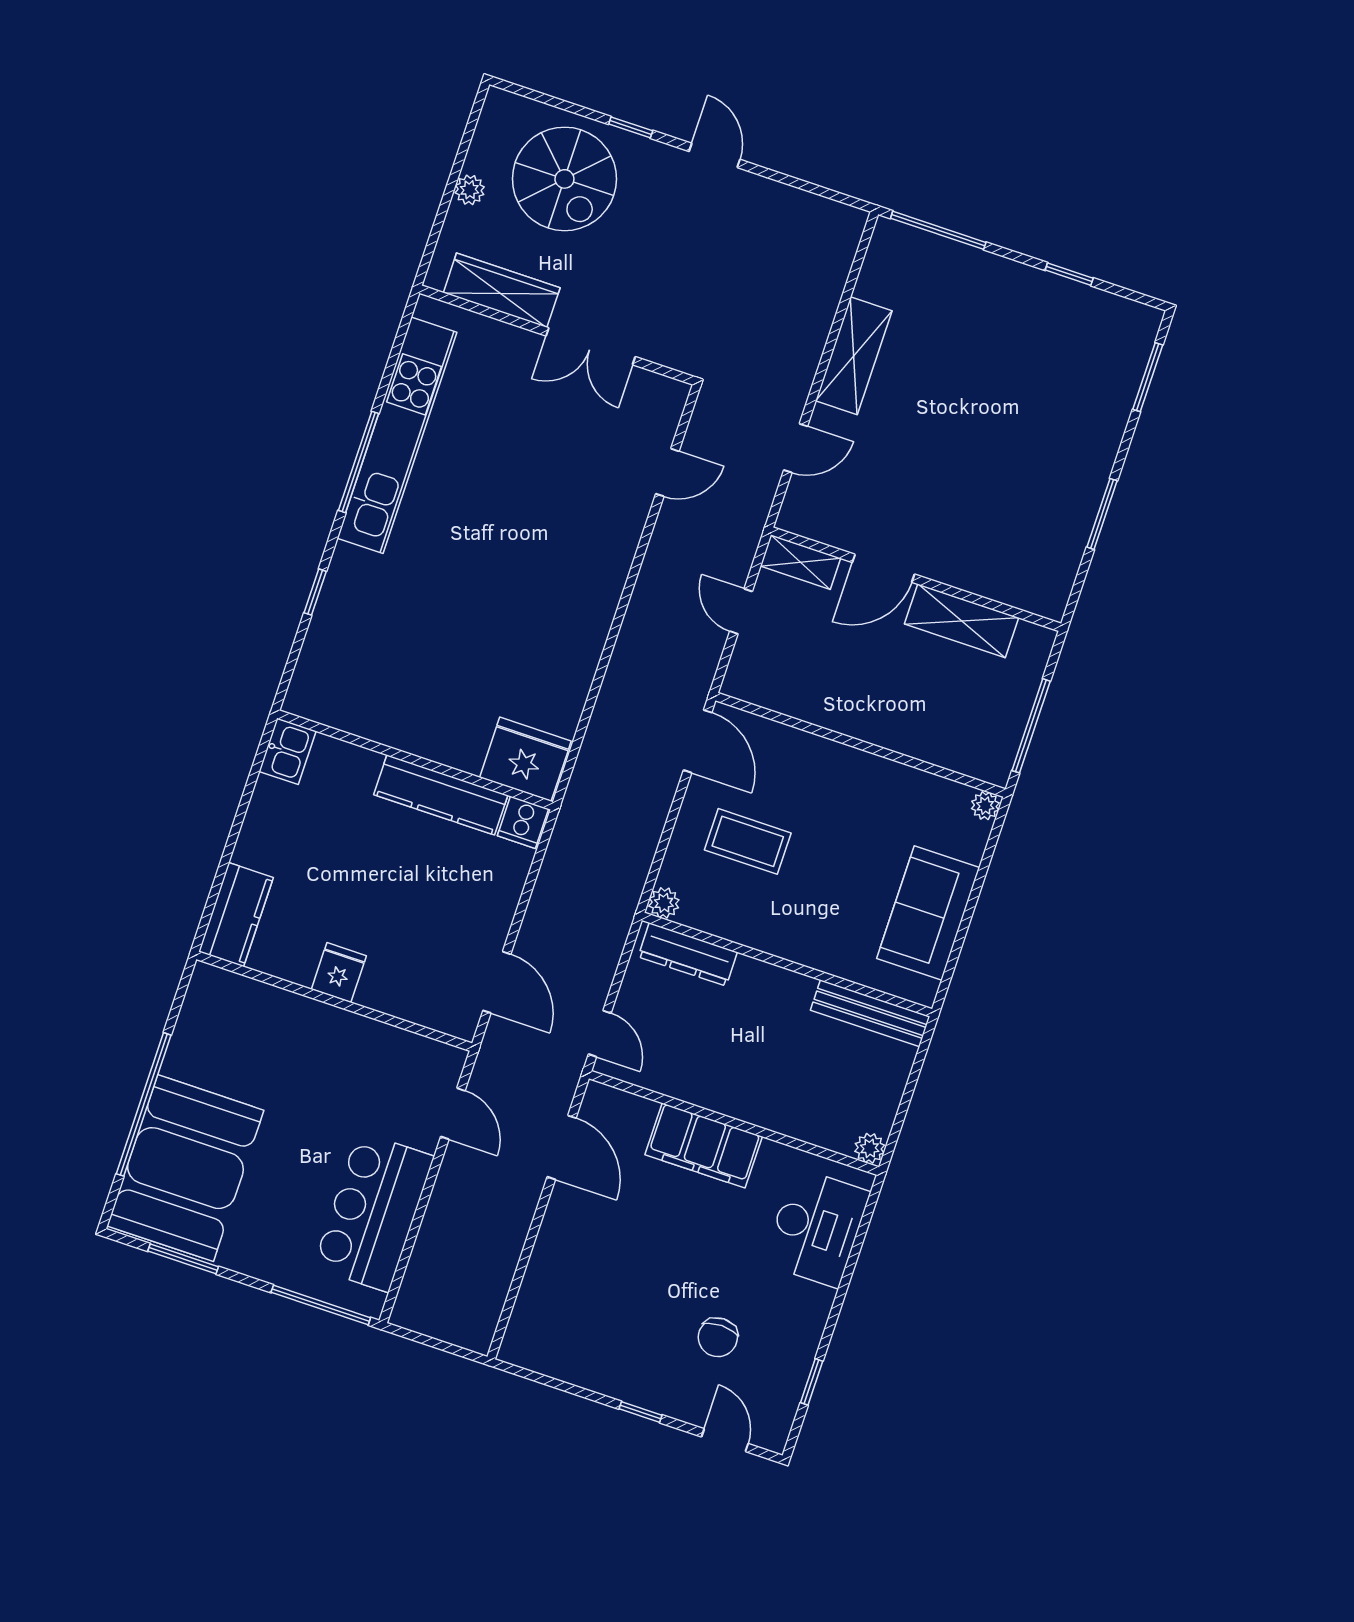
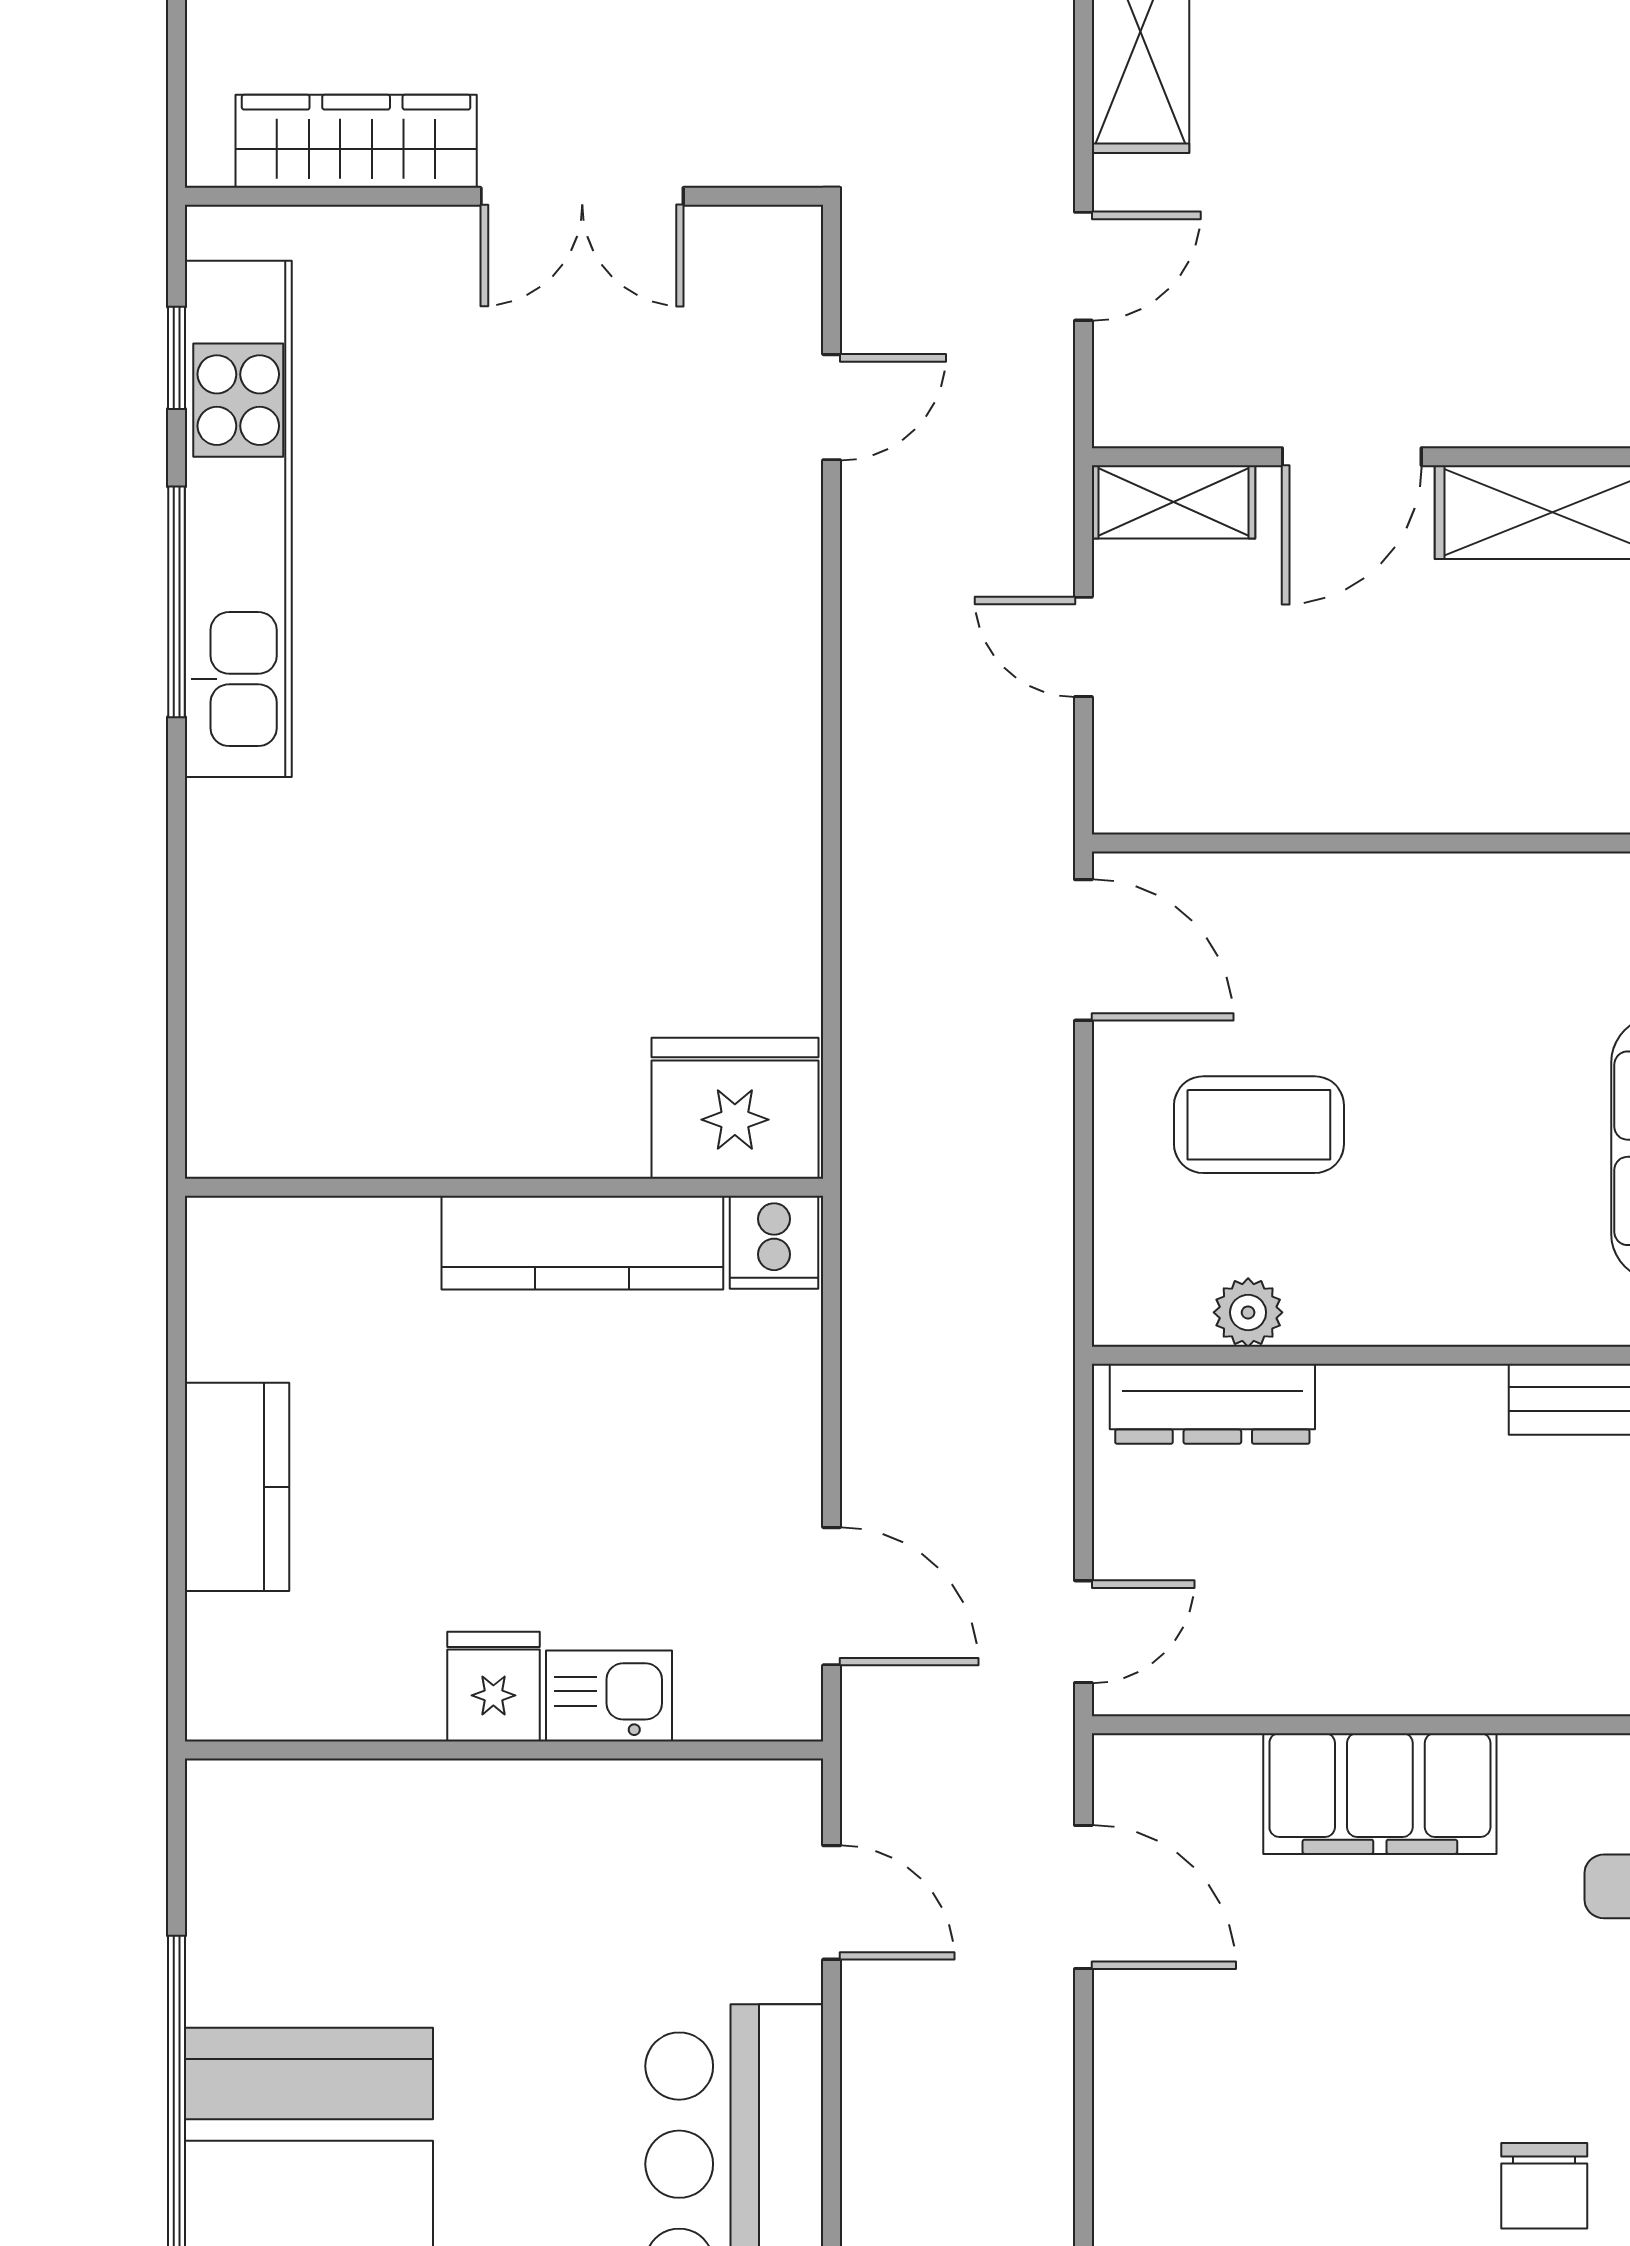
window: (315, 592) -> (177, 358), moved
kitchen sink: (288, 751) -> (609, 1696), moved, turned -90
plant: (664, 903) -> (1248, 1312), moved
kitchen counter: (236, 915) -> (237, 1487), moved
door: (600, 1034) -> (1083, 1632), hinge flipped

